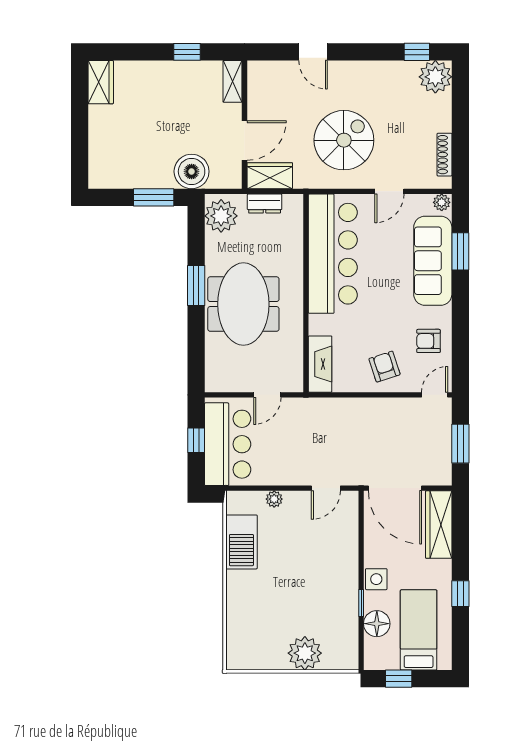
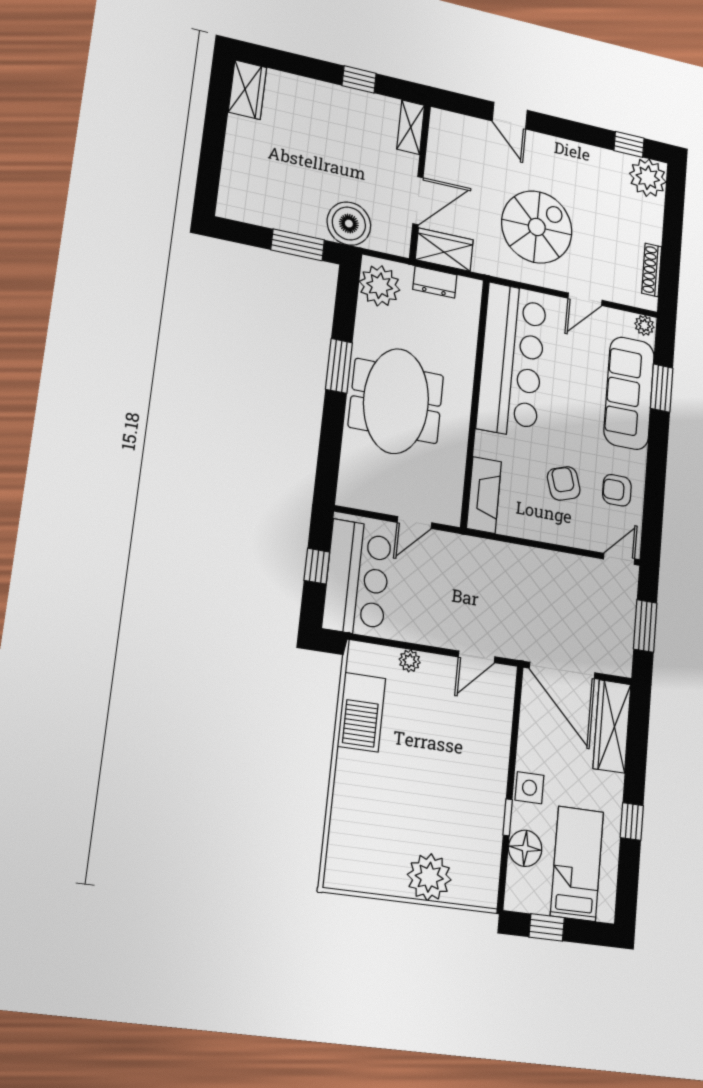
armchair: (385, 367) -> (564, 483), moved

